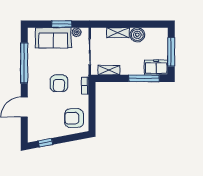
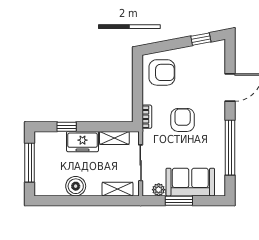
shelving: (118, 33) -> (117, 189), moved
freezer: (156, 67) -> (82, 142), moved
window: (144, 78) -> (67, 127), width x0.46

